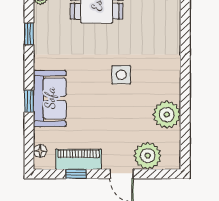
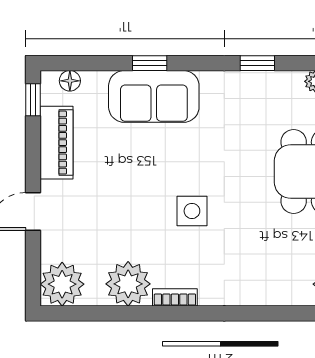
bookcase: (175, 85) -> (175, 297), added
plant: (148, 156) -> (62, 284), moved
window: (76, 174) -> (33, 100), moved

